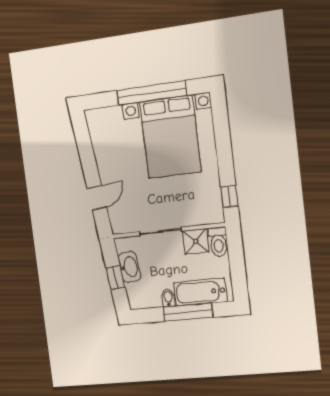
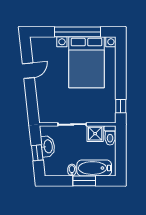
door: (97, 198) -> (28, 71), moved
window: (188, 312) -> (84, 181), width x0.69

